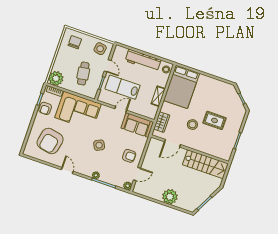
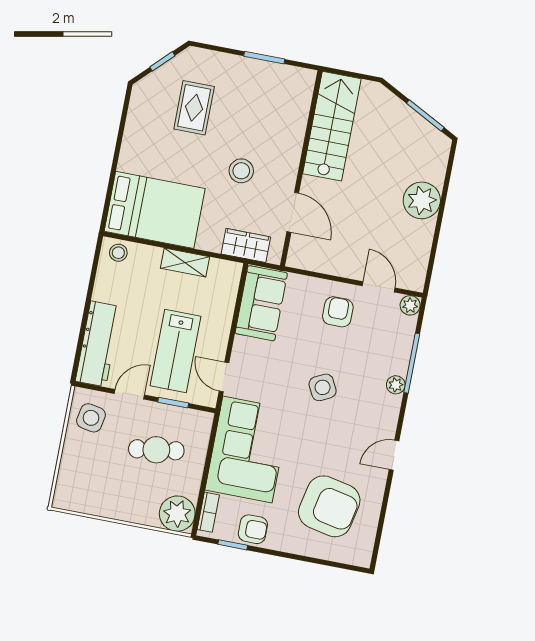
chair: (75, 42) -> (84, 481), removed
workbench: (143, 60) -> (98, 344), moved
door: (121, 109) -> (224, 377), moved
rug: (215, 120) -> (194, 108), moved

